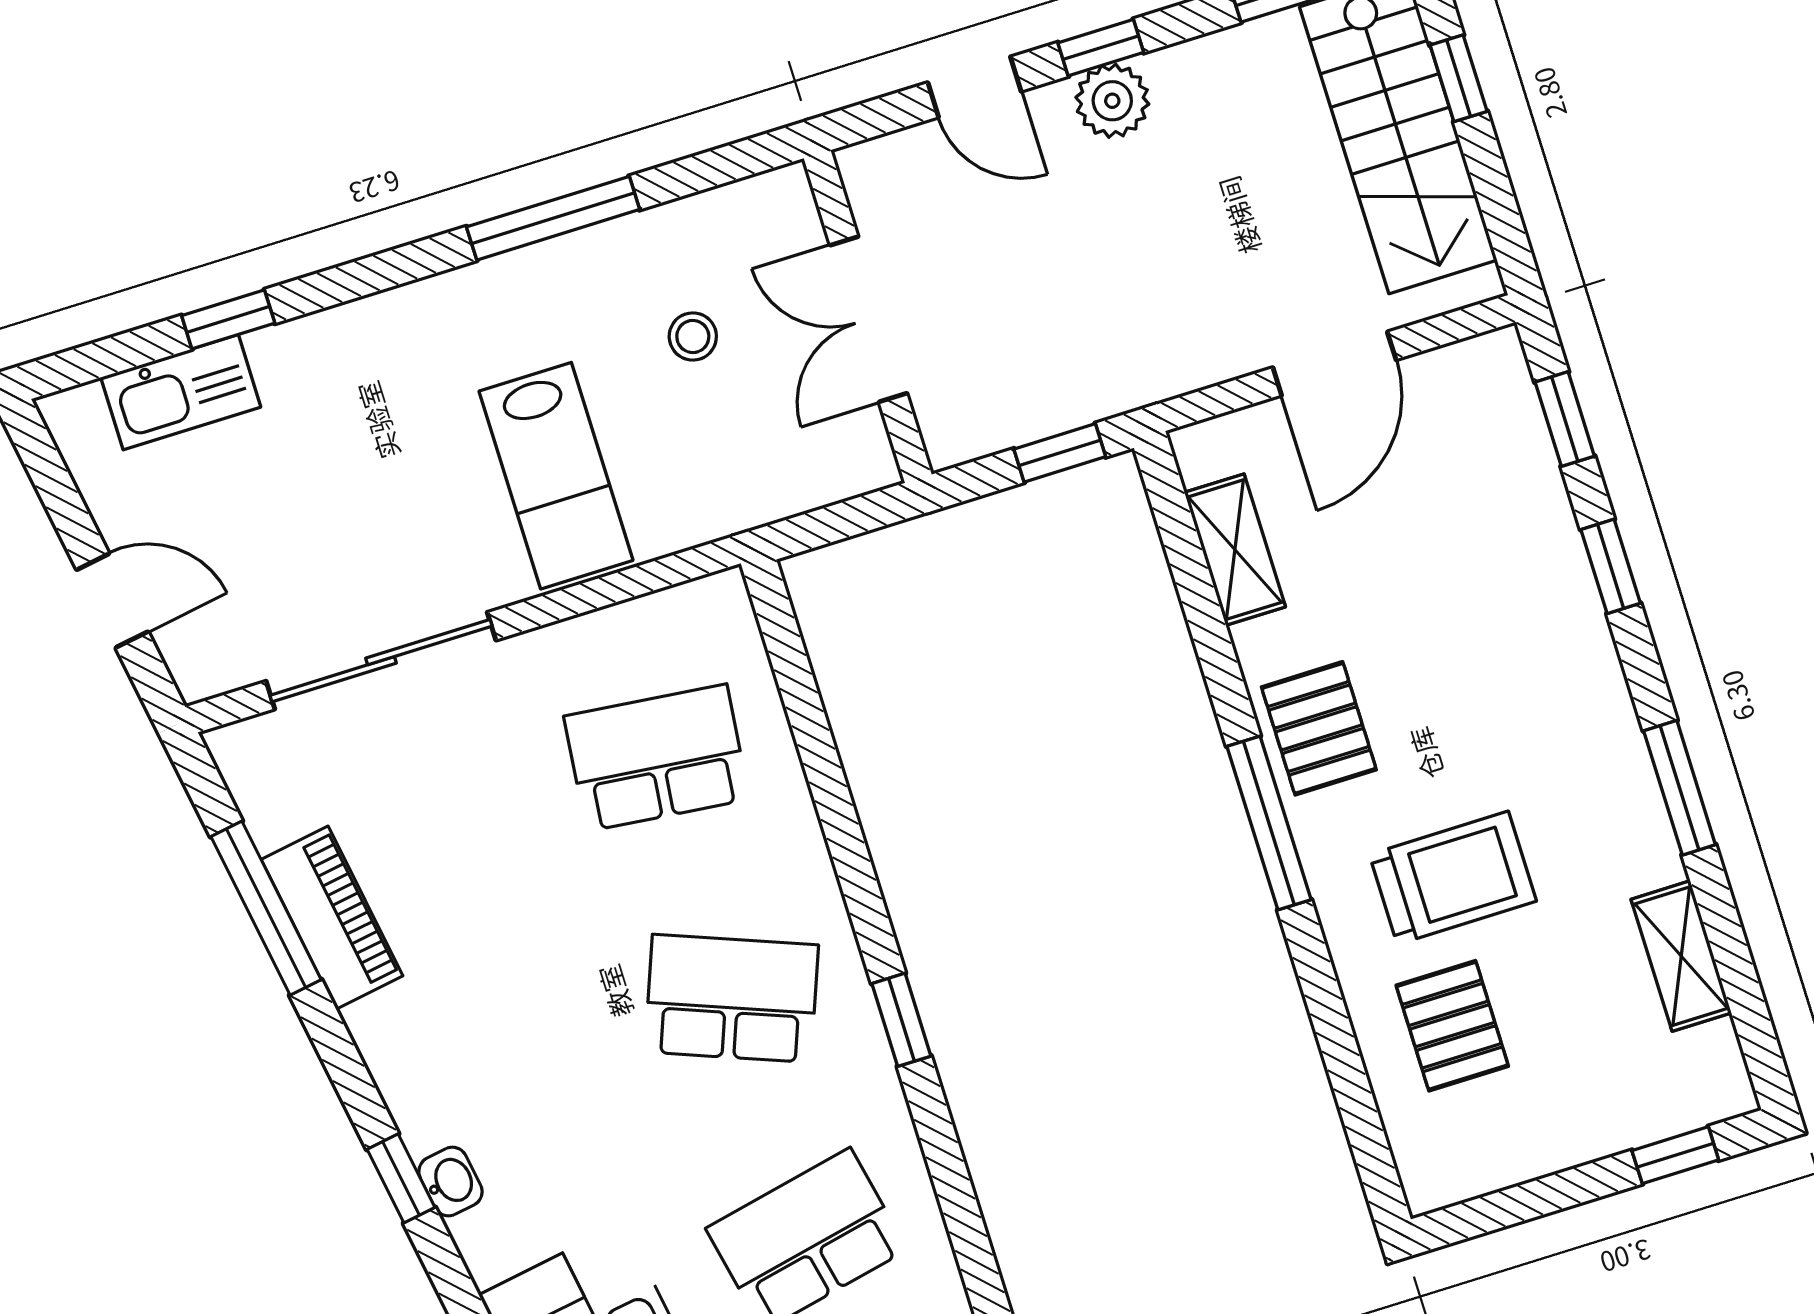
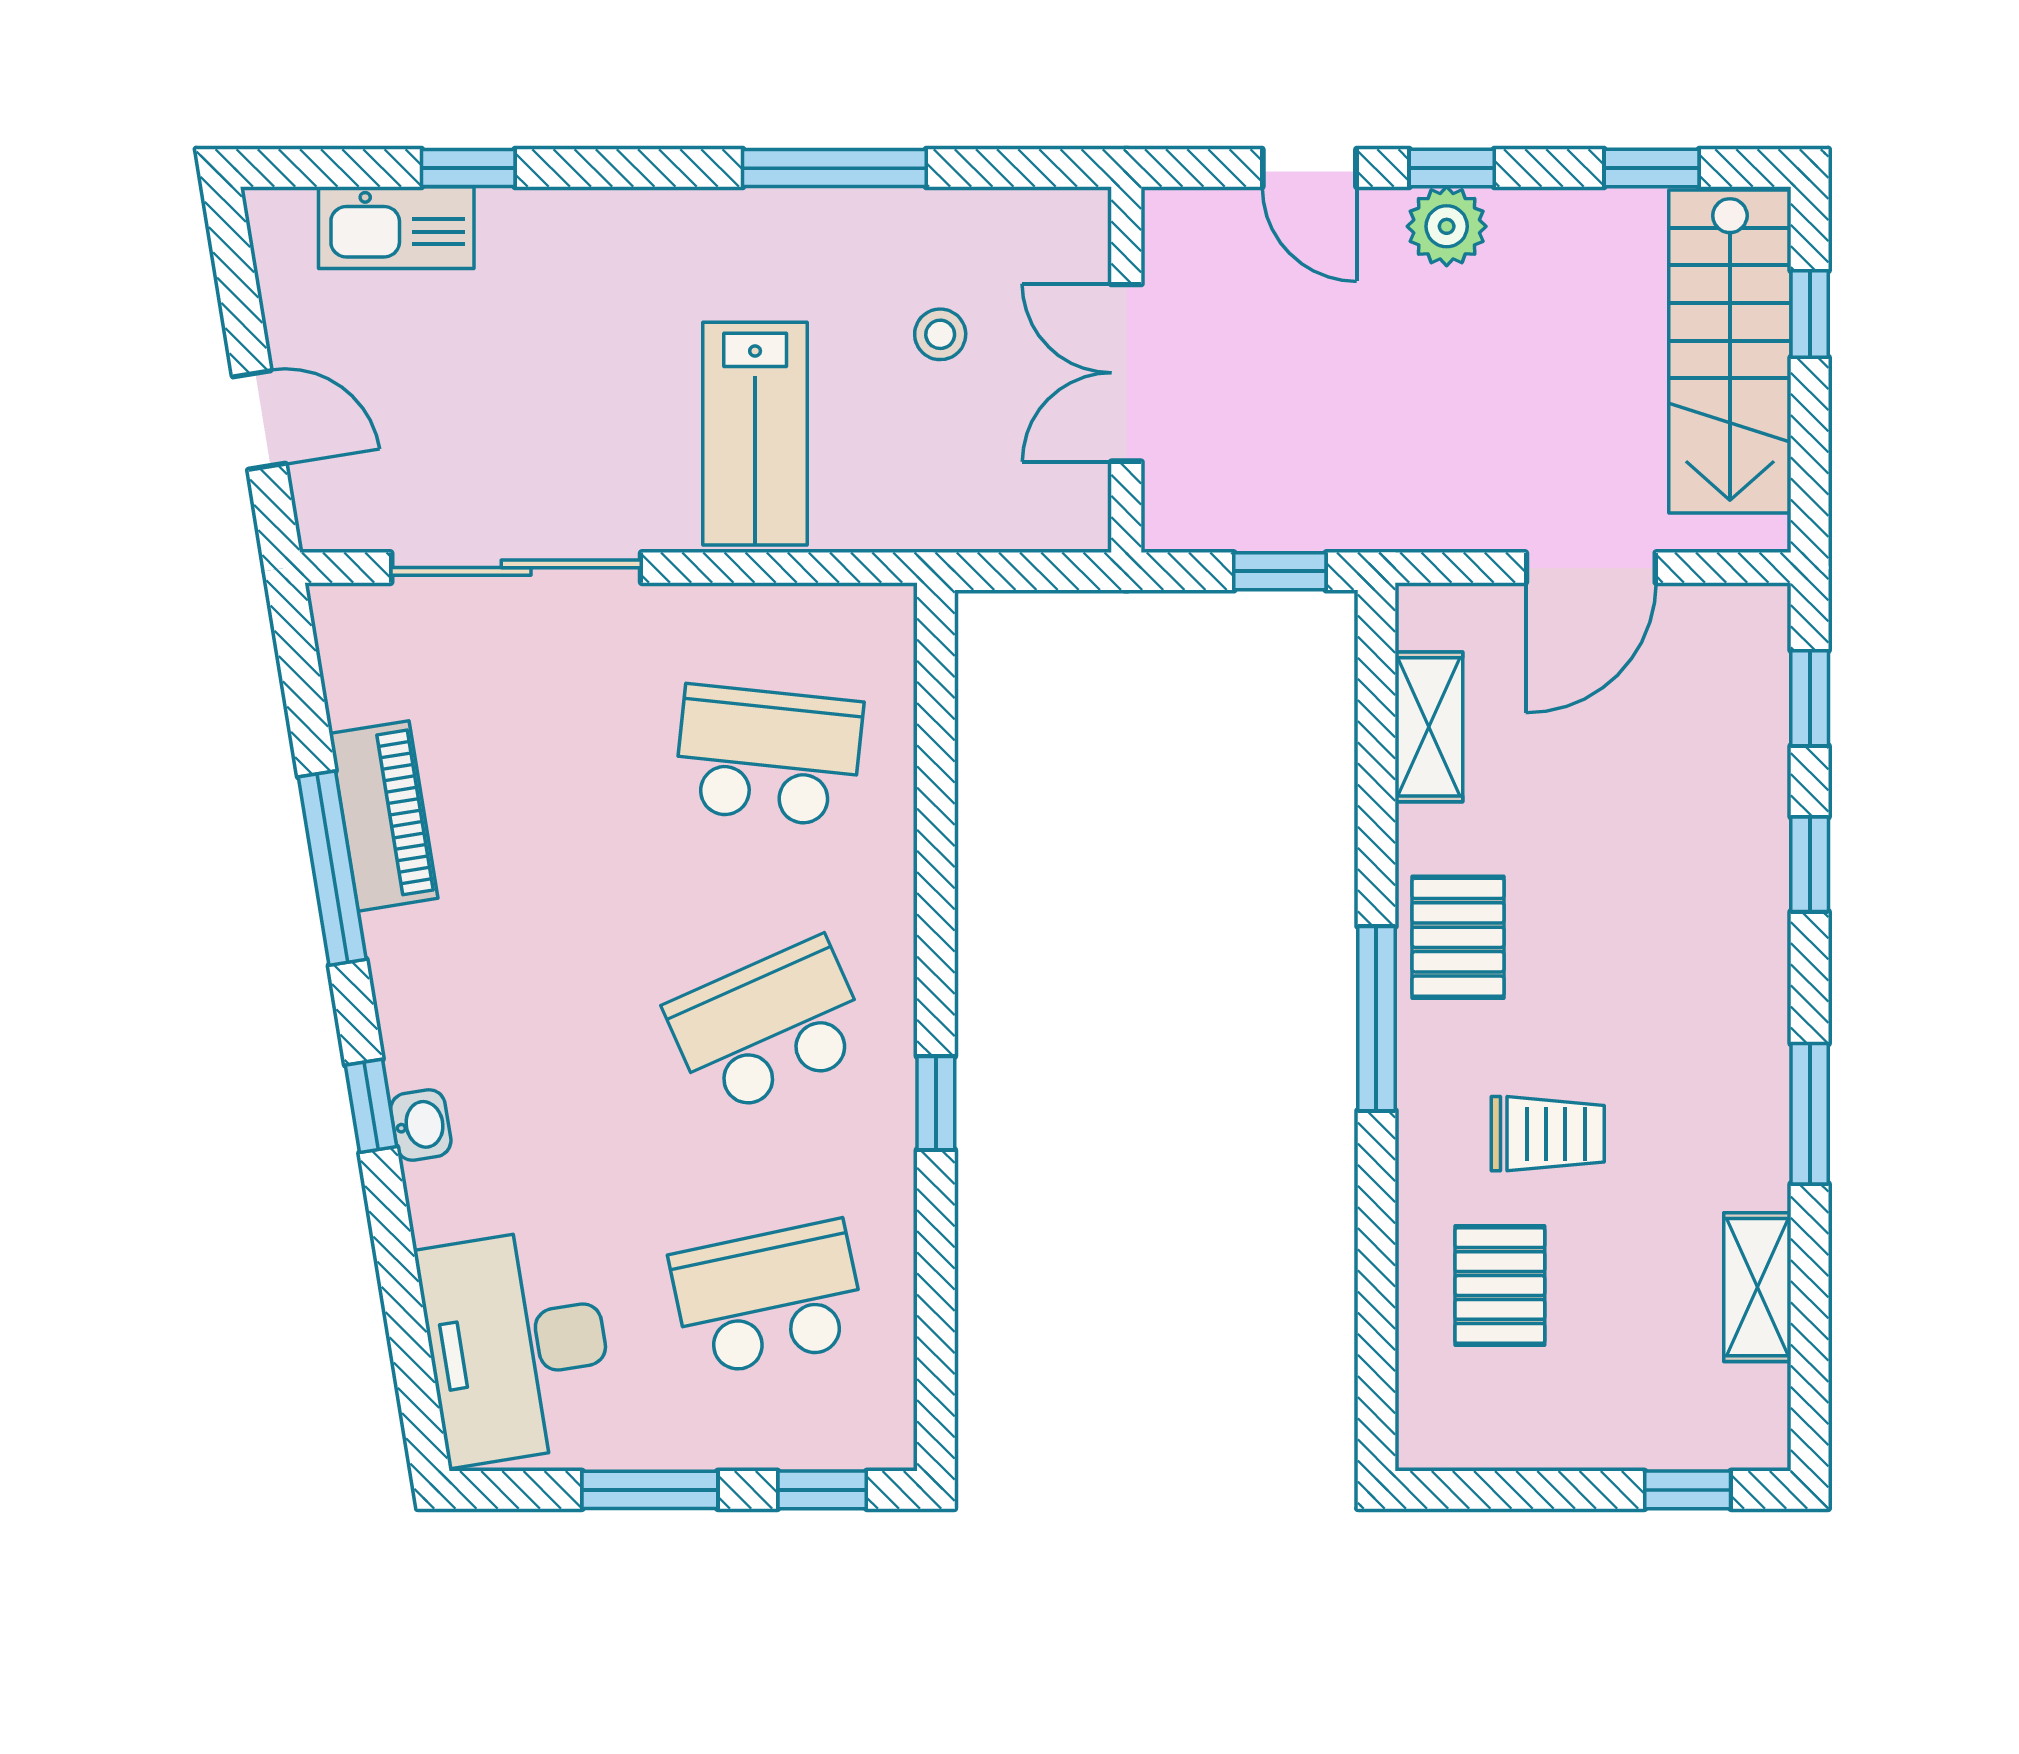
trolley: (1453, 878) -> (1548, 1134), width x0.73, depth x0.72
window: (266, 908) -> (332, 868), moved
school desk: (732, 998) -> (768, 1027), turned -45

